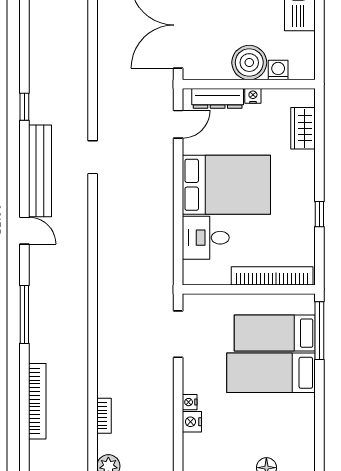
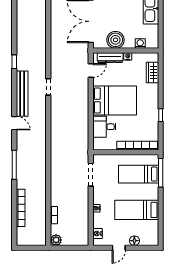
boiler: (249, 63) -> (115, 40), moved
bed: (271, 373) -> (137, 210), moved
nightstand: (192, 422) -> (97, 234), moved

